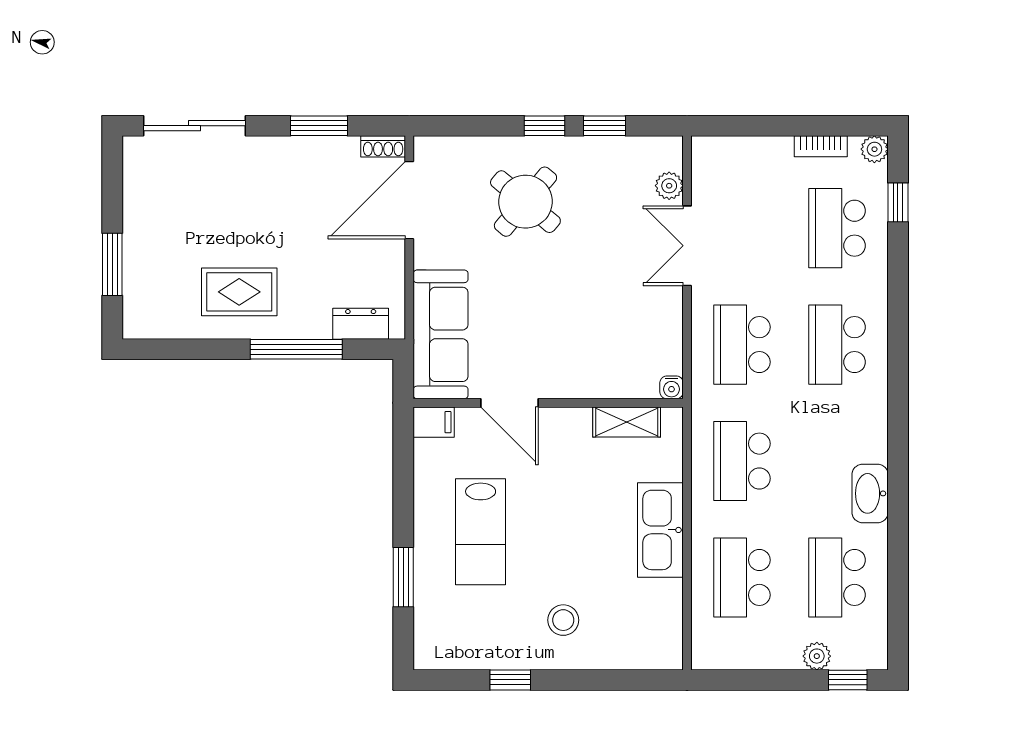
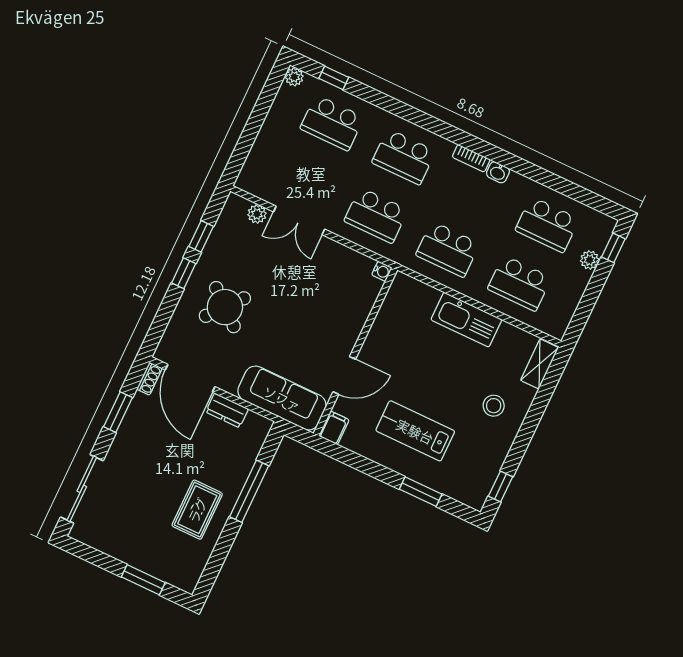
bookcase: (821, 146) -> (471, 158), moved, turned 90
dresser: (361, 324) -> (227, 410), moved, turned -90
shelving: (627, 422) -> (540, 364), moved
washbasin: (870, 493) -> (498, 172), width x0.52, depth x0.69
lab bench: (481, 532) -> (415, 431), turned 180
window: (510, 680) -> (501, 486), moved

